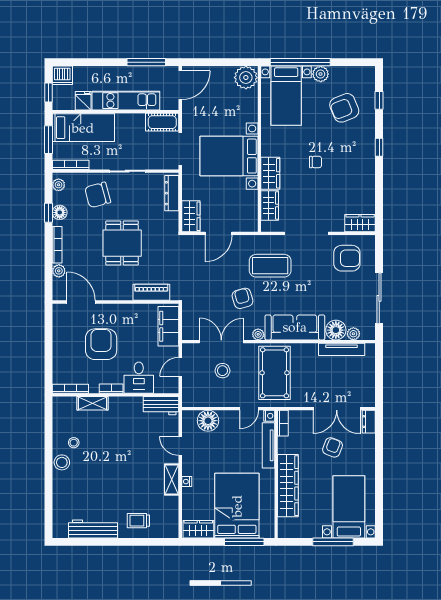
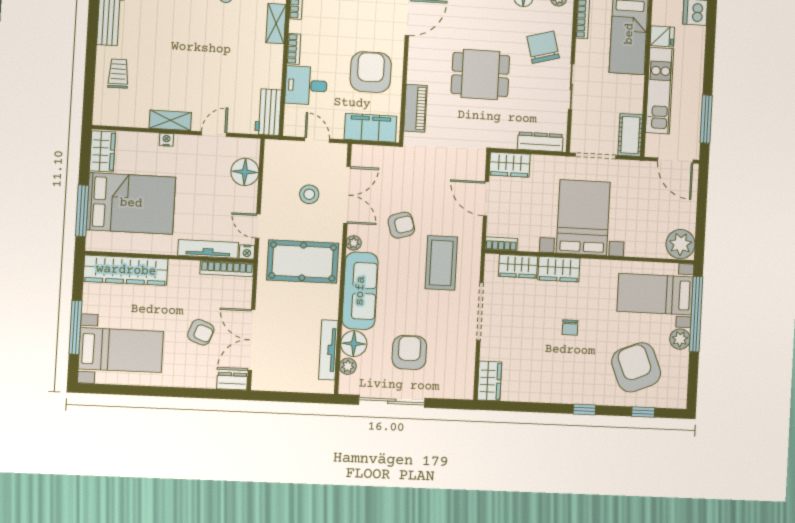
armchair: (344, 108) -> (636, 367), width x1.36, depth x1.36
bookcase: (253, 220) -> (501, 244), added
armchair: (347, 258) -> (409, 352), moved, turned 180
armchair: (101, 344) -> (371, 72), moved, turned -90
bookcase: (283, 423) -> (227, 269), width x1.56
wardrobe: (288, 486) -> (126, 270), moved

